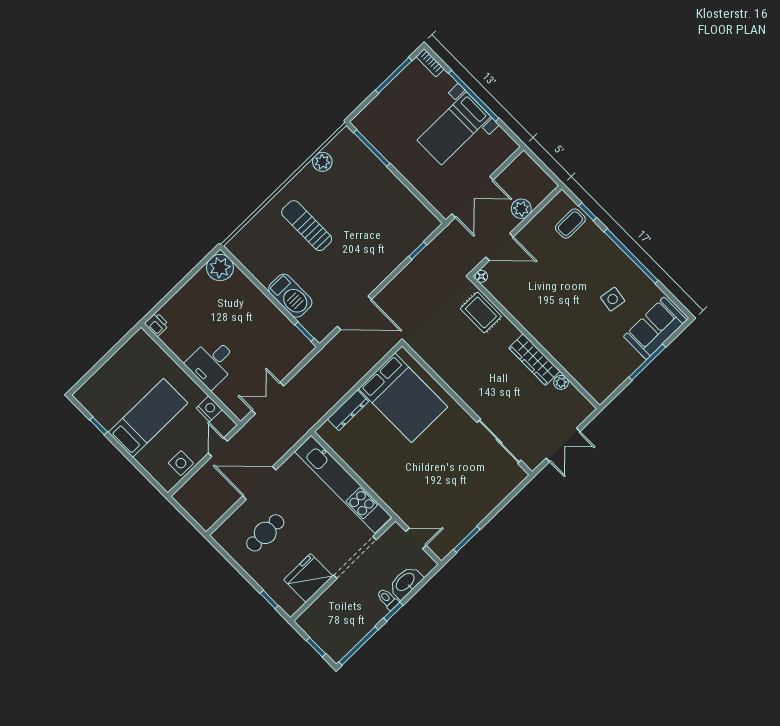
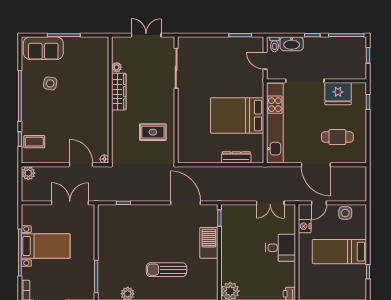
plant: (521, 209) -> (28, 173), moved
sun lounger: (307, 226) -> (167, 270), turned 90
rug: (481, 313) -> (153, 132), moved, turned 90
bed: (403, 398) -> (237, 116), moved, turned -90
toilet: (388, 599) -> (274, 44), moved

